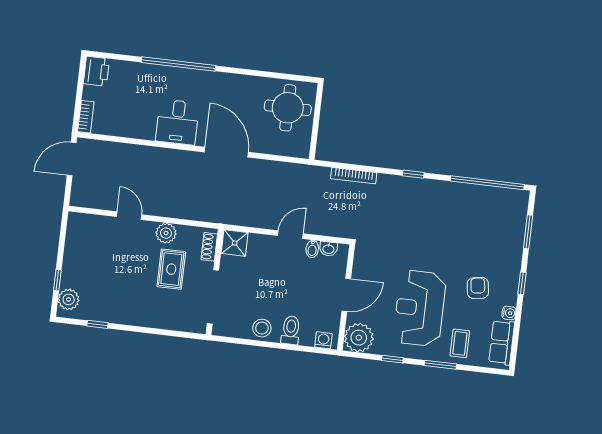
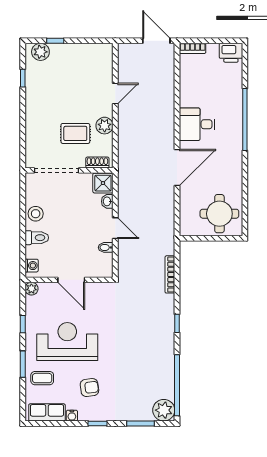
plant: (515, 202) -> (164, 410), added
washbasin: (328, 249) -> (107, 201), moved
plant: (359, 338) -> (31, 289), width x0.53, depth x0.53

